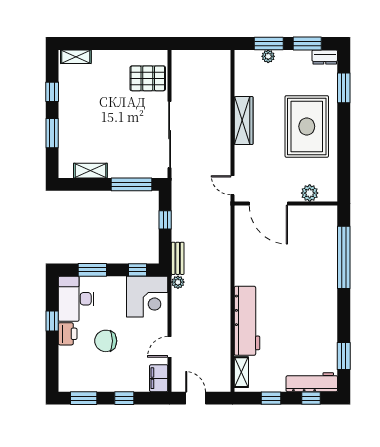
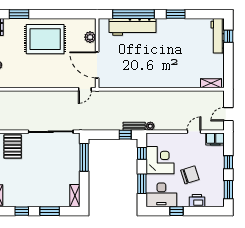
wardrobe: (244, 121) -> (41, 82), removed
shelving: (90, 171) -> (75, 196), moved
door: (268, 204) -> (97, 65), swing flipped
window: (165, 220) -> (125, 135), moved
corner desk: (147, 297) -> (160, 160), moved
workbench: (247, 321) -> (133, 27), moved, turned 180
printer: (68, 334) -> (197, 201), moved
chair: (106, 341) -> (190, 175), turned -108
door: (170, 347) -> (194, 132), swing flipped
window: (344, 356) -> (176, 14), moved
window: (271, 398) -> (228, 63), removed

